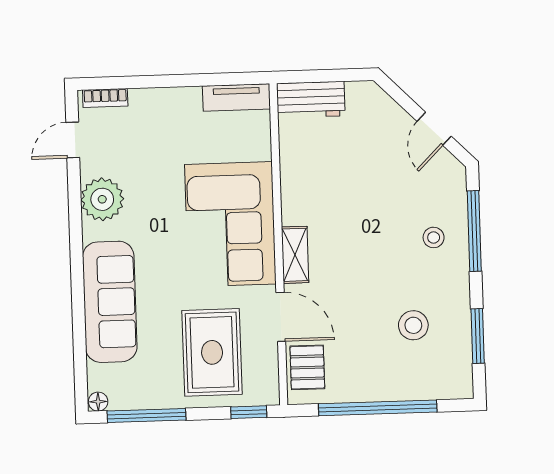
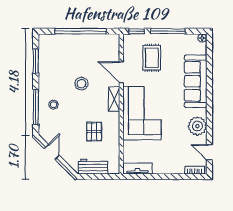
workbench: (311, 100) -> (93, 166), moved
door: (73, 140) -> (209, 152), swing flipped
stool: (413, 325) -> (82, 84), moved
rug: (212, 352) -> (152, 58), width x0.73, depth x0.70
pallet: (307, 367) -> (94, 132), moved
window: (147, 416) -> (168, 31), moved

